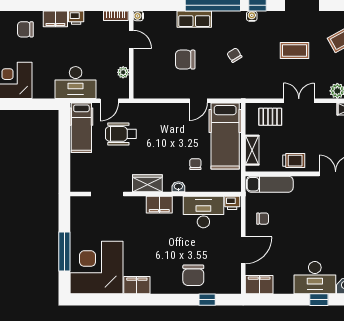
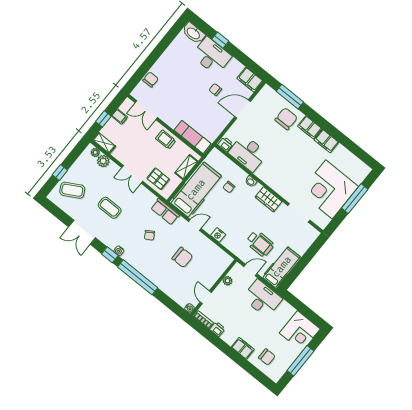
printer: (76, 18) -> (217, 329), moved
row of seats: (194, 19) -> (165, 212), moved, turned 180
nightstand: (168, 109) -> (218, 235), added
filing cabinet: (159, 205) -> (310, 127), moved, turned 180
chair: (263, 219) -> (215, 90), moved
corner desk: (96, 267) -> (329, 189), moved, turned 90
window: (207, 300) -> (290, 97), width x2.17

